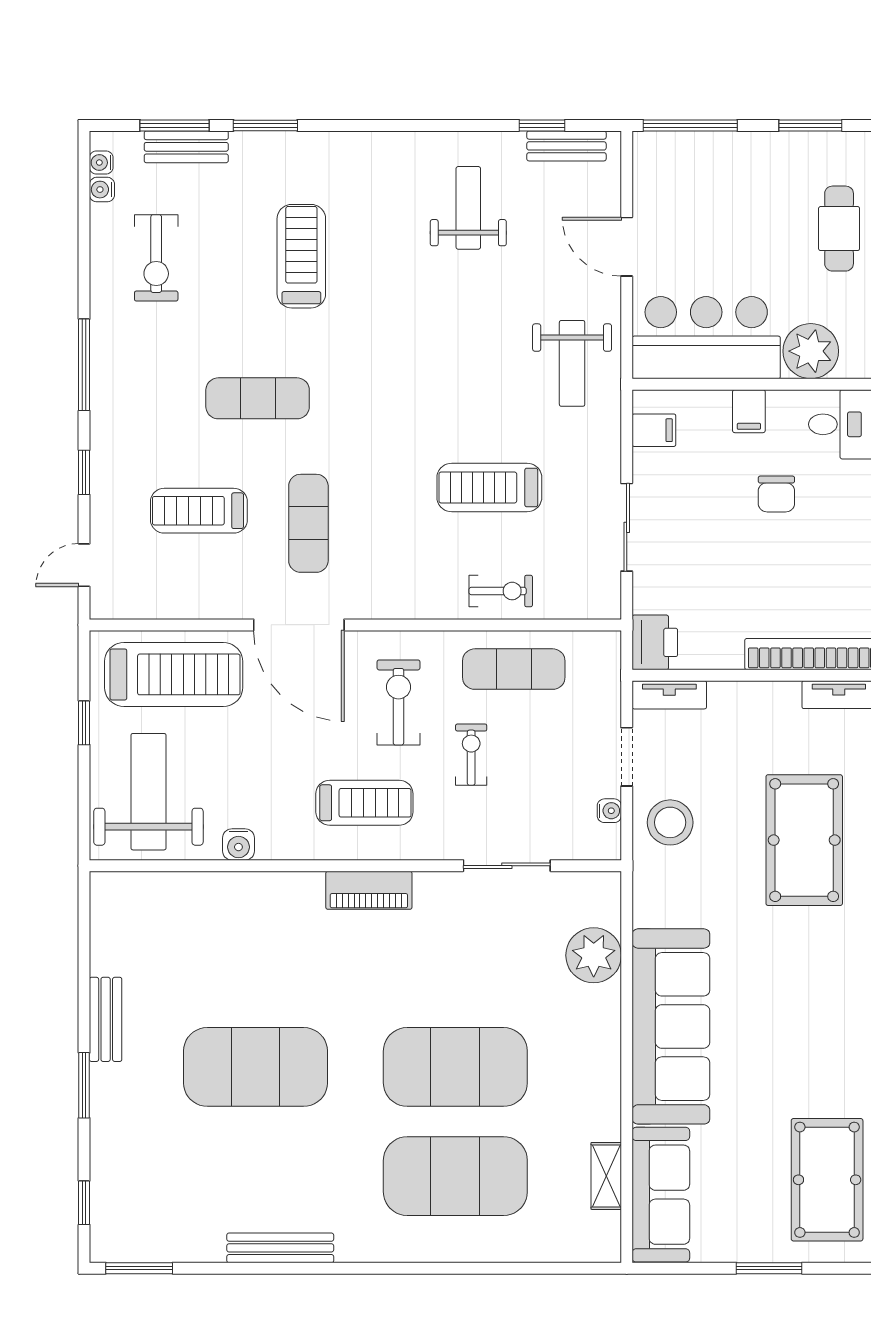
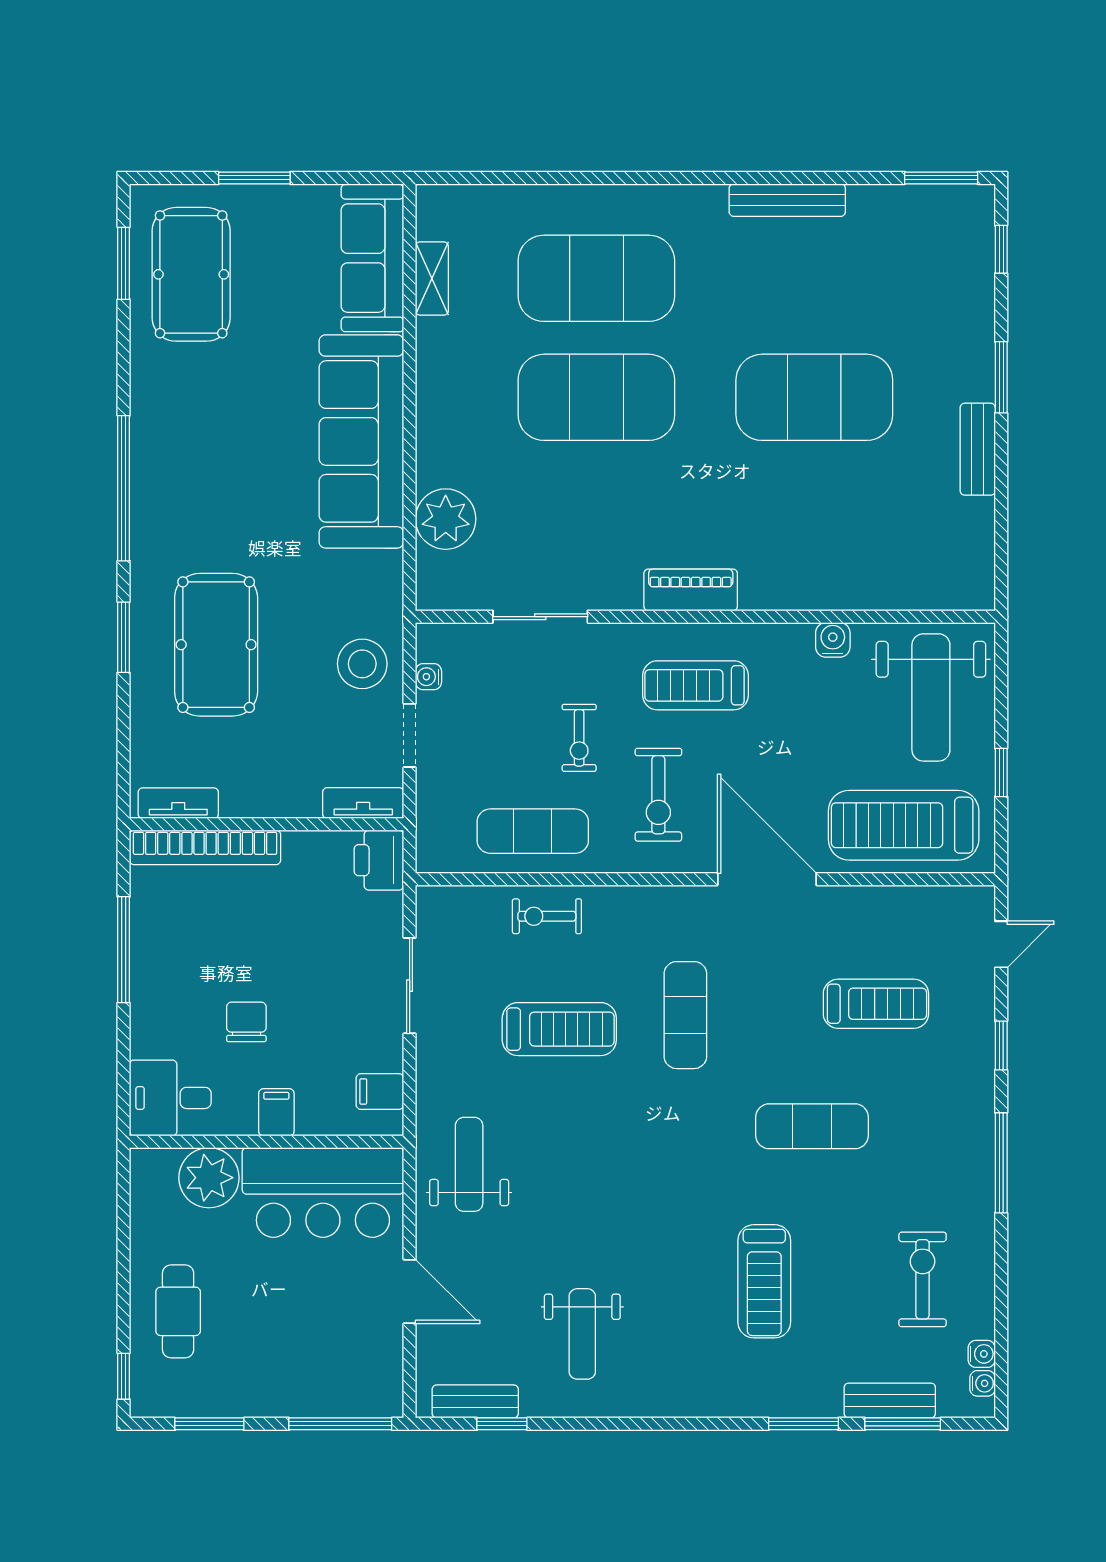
exercise mat: (308, 523) -> (685, 1015), moved

